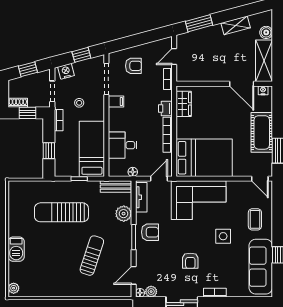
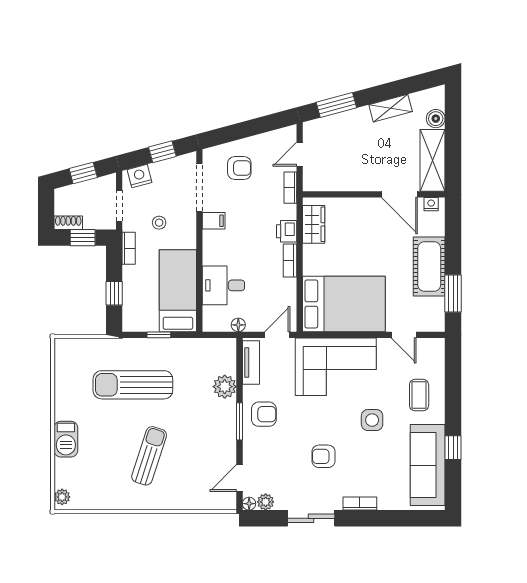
bookcase: (168, 135) -> (290, 260), width x0.64
door: (260, 179) -> (404, 335), moved
bench: (116, 187) -> (213, 346), removed
sun lounger: (92, 256) -> (149, 456), moved
armchair: (190, 261) -> (323, 456), turned 90

